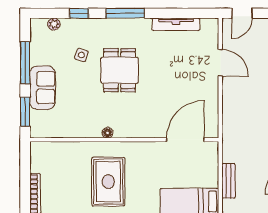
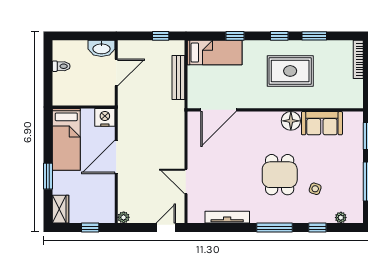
sofa: (43, 88) -> (322, 123), moved, turned -90
floor lamp: (107, 133) -> (291, 121), width x1.89, depth x1.89
bench: (228, 181) -> (178, 78), width x1.36
rug: (108, 182) -> (290, 71), turned 90

